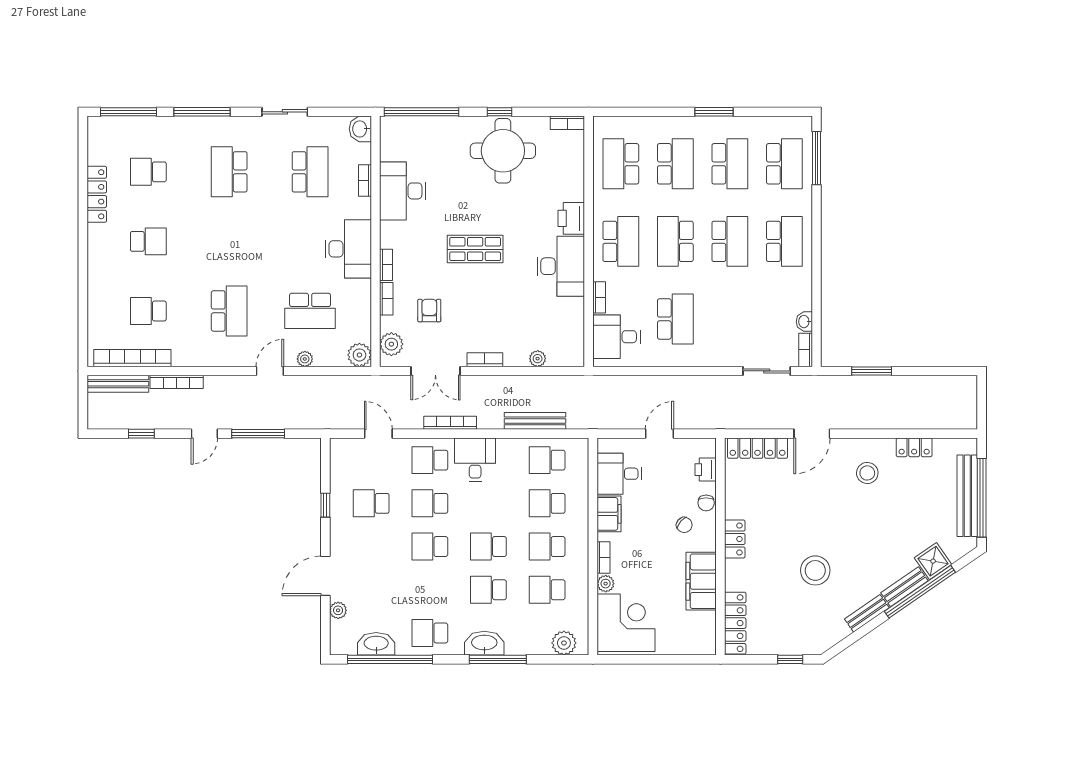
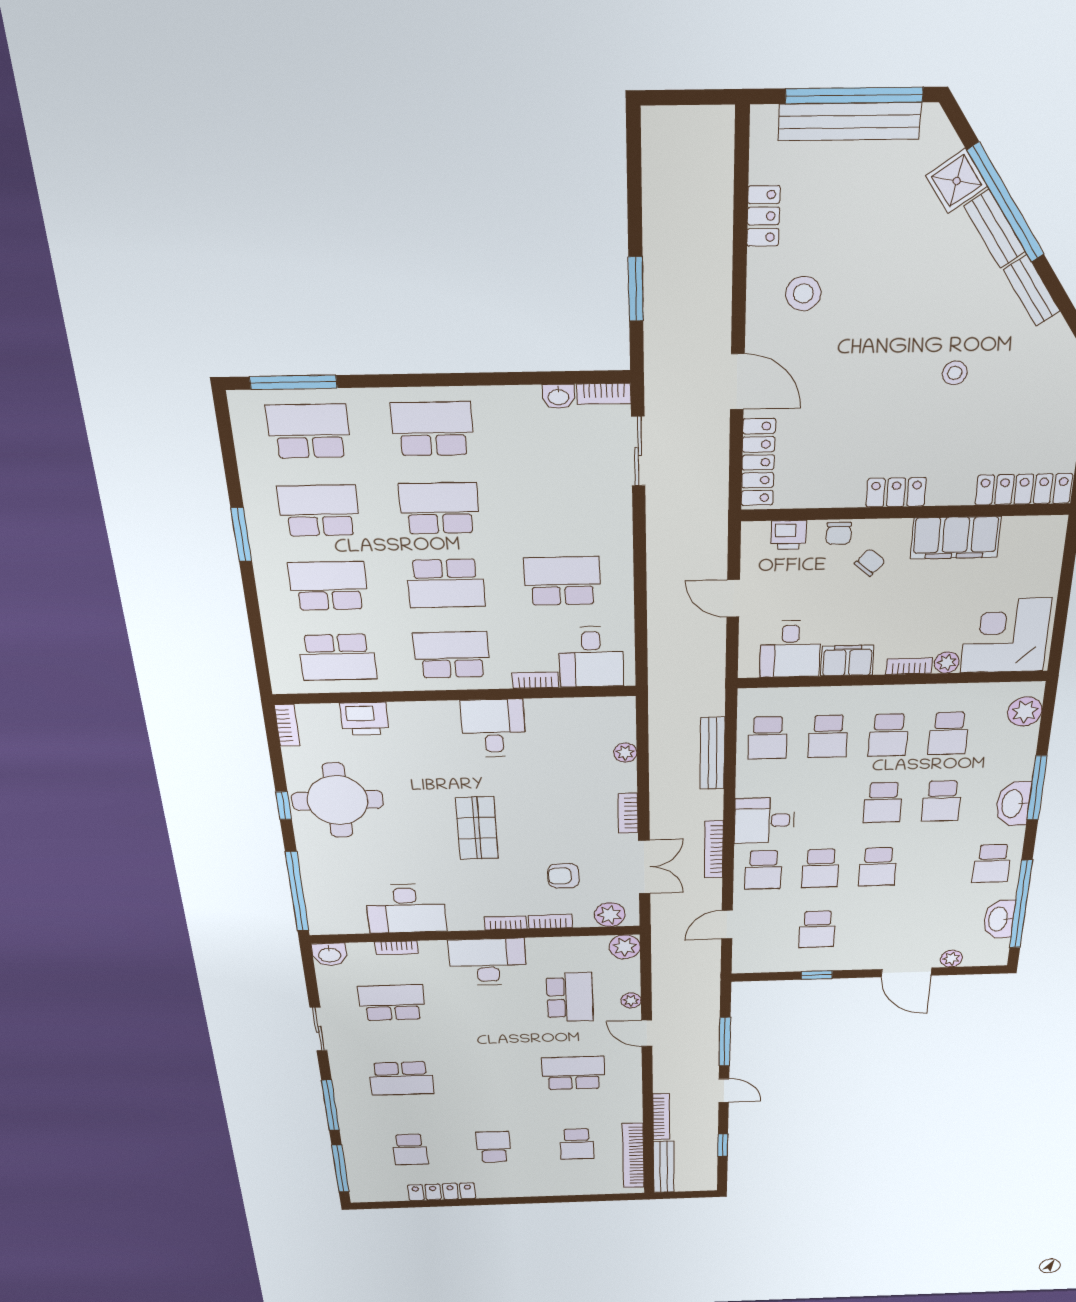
printer: (571, 218) -> (365, 719), moved
desk: (561, 266) -> (493, 728), width x0.73
chair: (706, 503) -> (839, 533), turned 90
stool: (815, 570) -> (955, 373), width x0.53, depth x0.53

